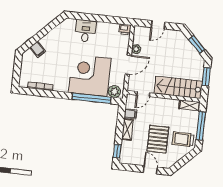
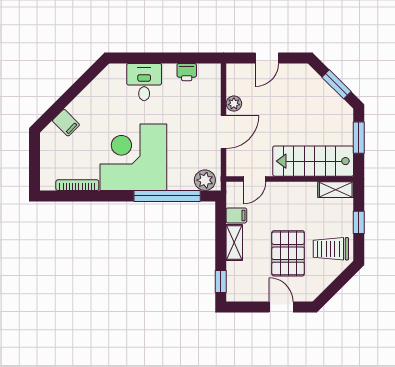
printer: (125, 29) -> (187, 72), moved
corner desk: (90, 75) -> (133, 157), moved
window: (201, 126) -> (359, 222), width x0.46

